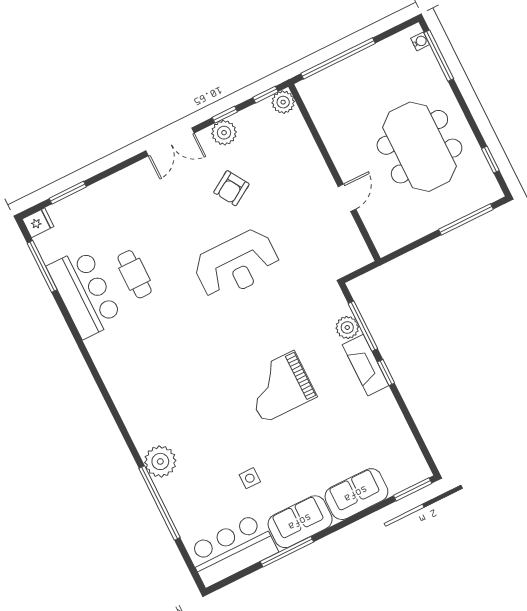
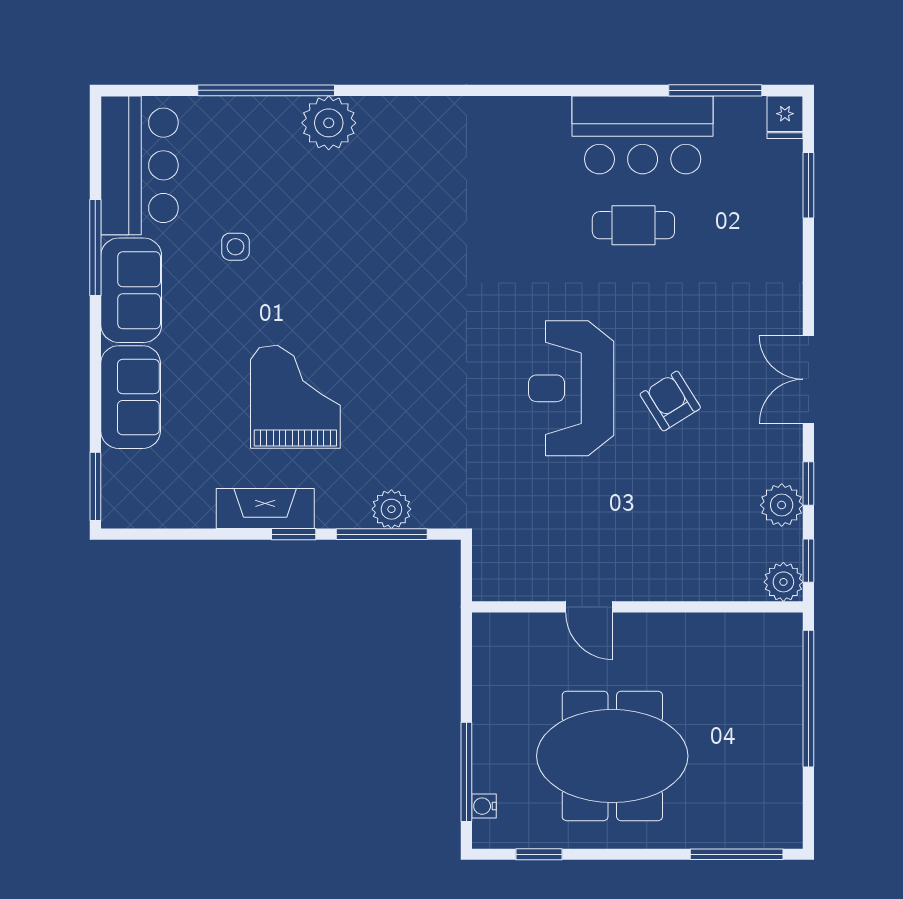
water cooler: (420, 41) -> (484, 806), moved, turned 90
plant: (224, 133) -> (782, 505), moved
armchair: (231, 188) -> (670, 401), moved
fireplace: (366, 365) -> (265, 509), moved
grand piano: (279, 387) -> (295, 397), moved

